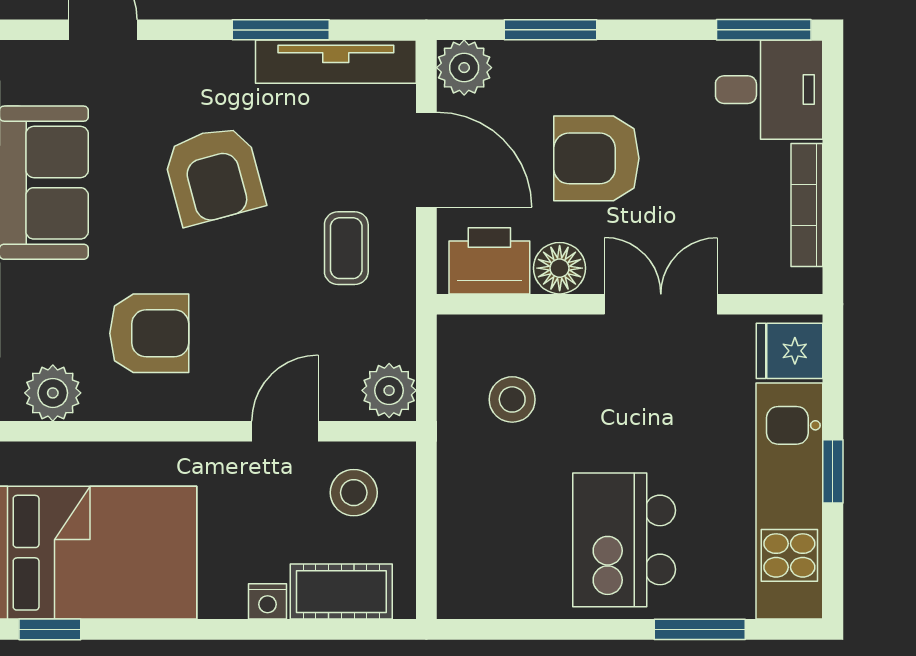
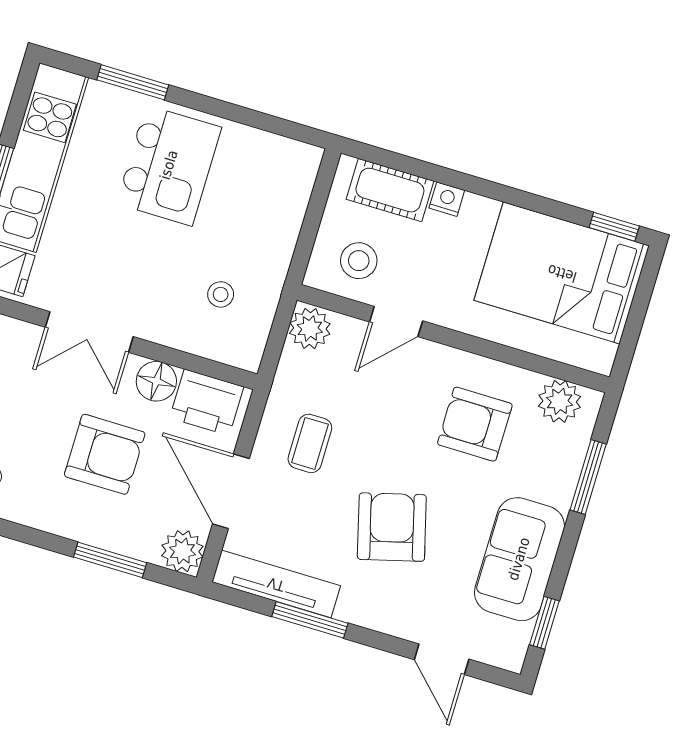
stool: (512, 399) -> (221, 294), width x0.73, depth x0.73

